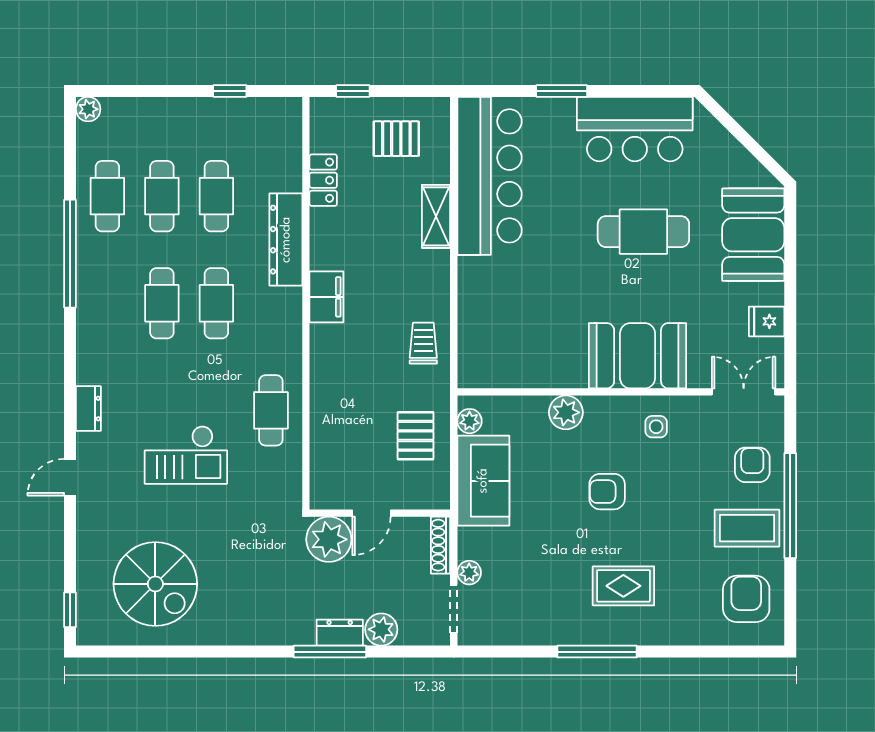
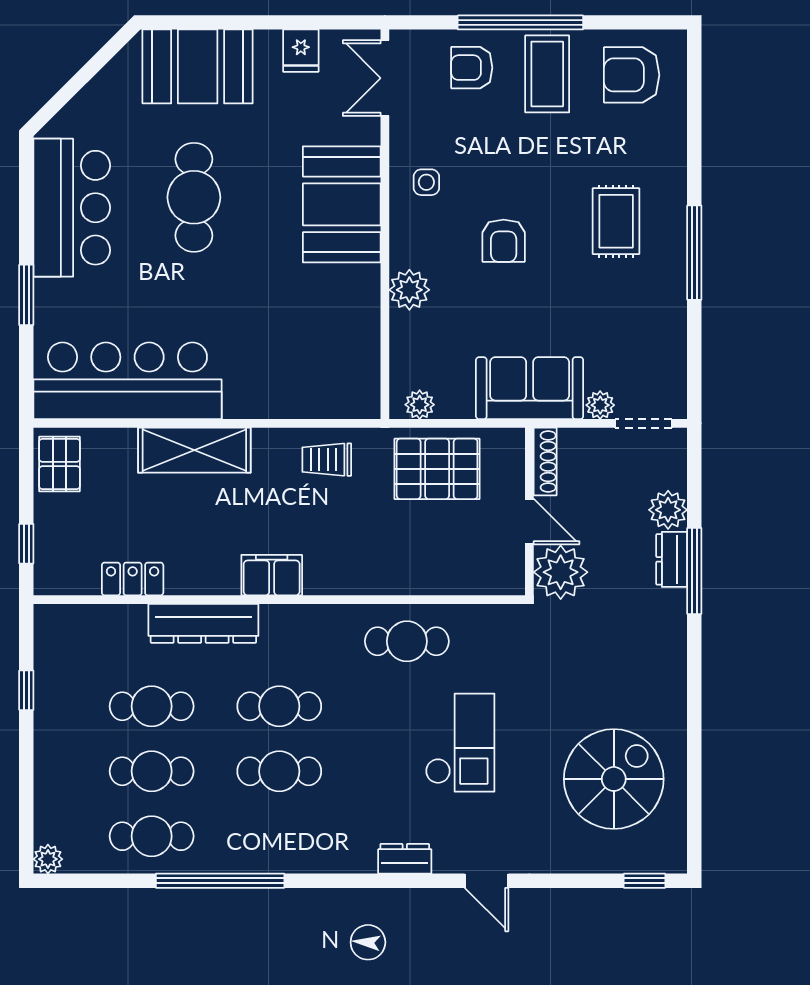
pallet: (396, 139) -> (59, 464), moved
shelving: (436, 216) -> (194, 450), width x1.50, depth x1.33
pallet: (416, 436) -> (437, 469), width x1.50, depth x1.42
sofa: (483, 481) -> (530, 388), moved
shoe rack: (441, 545) -> (545, 461), moved, turned -90

